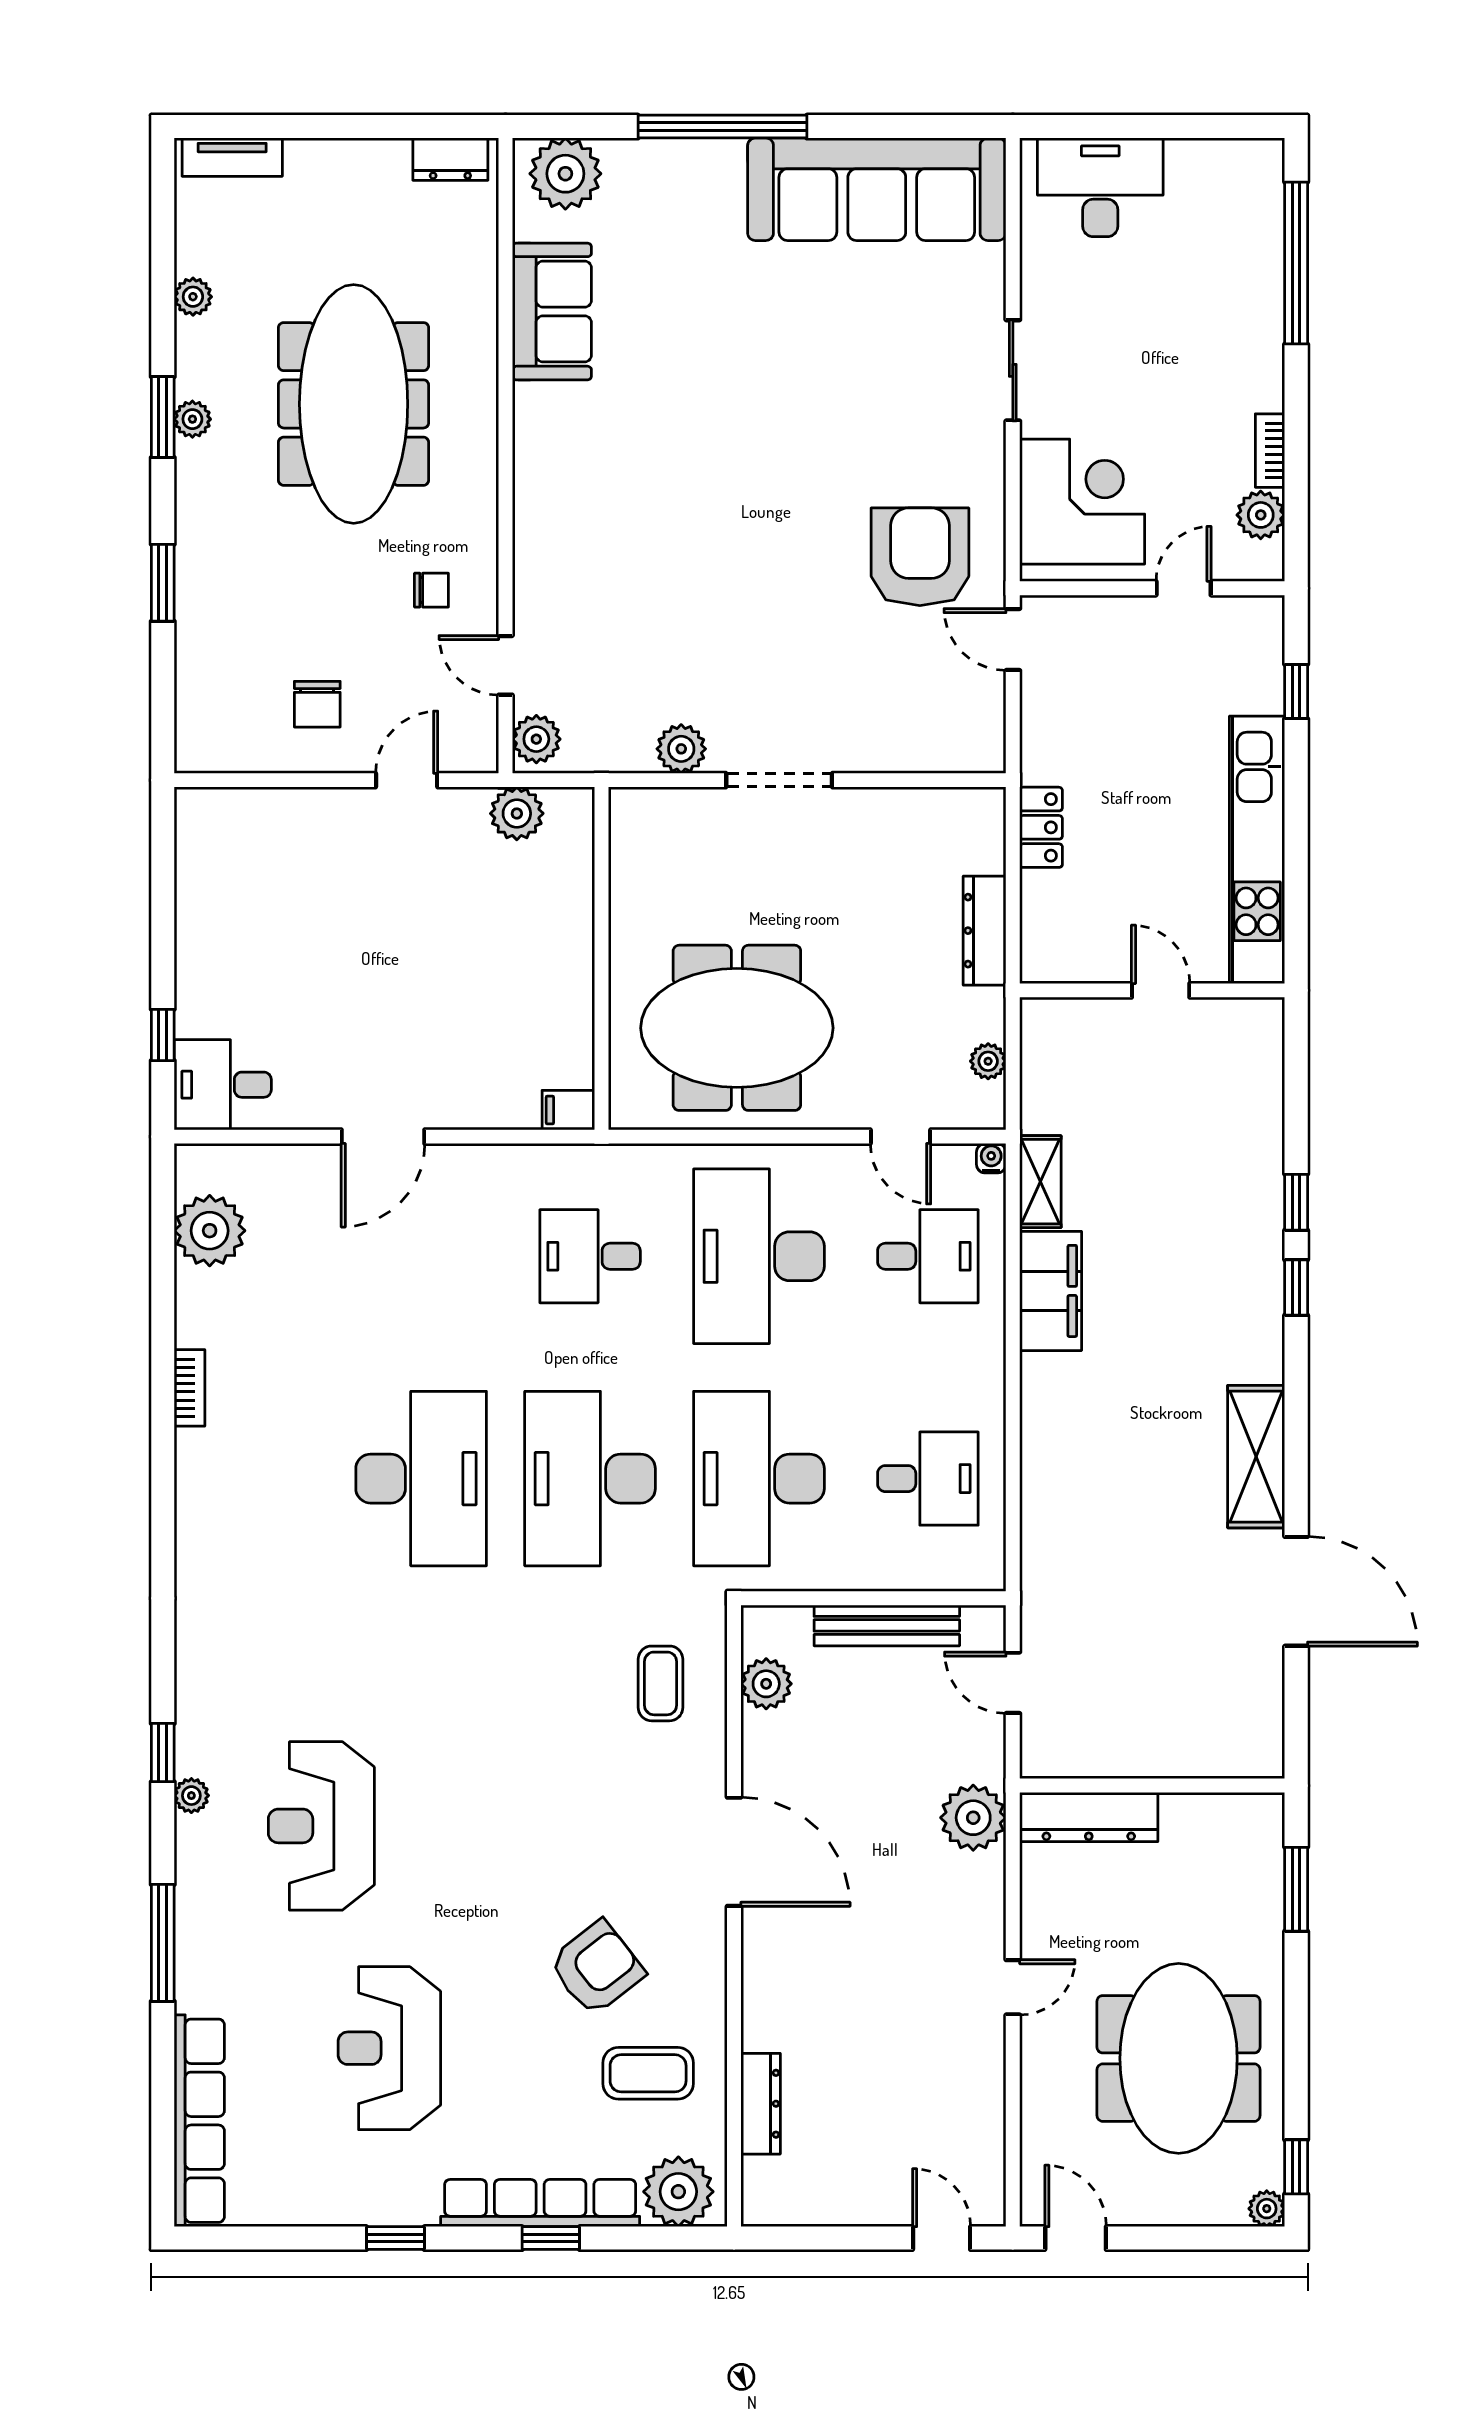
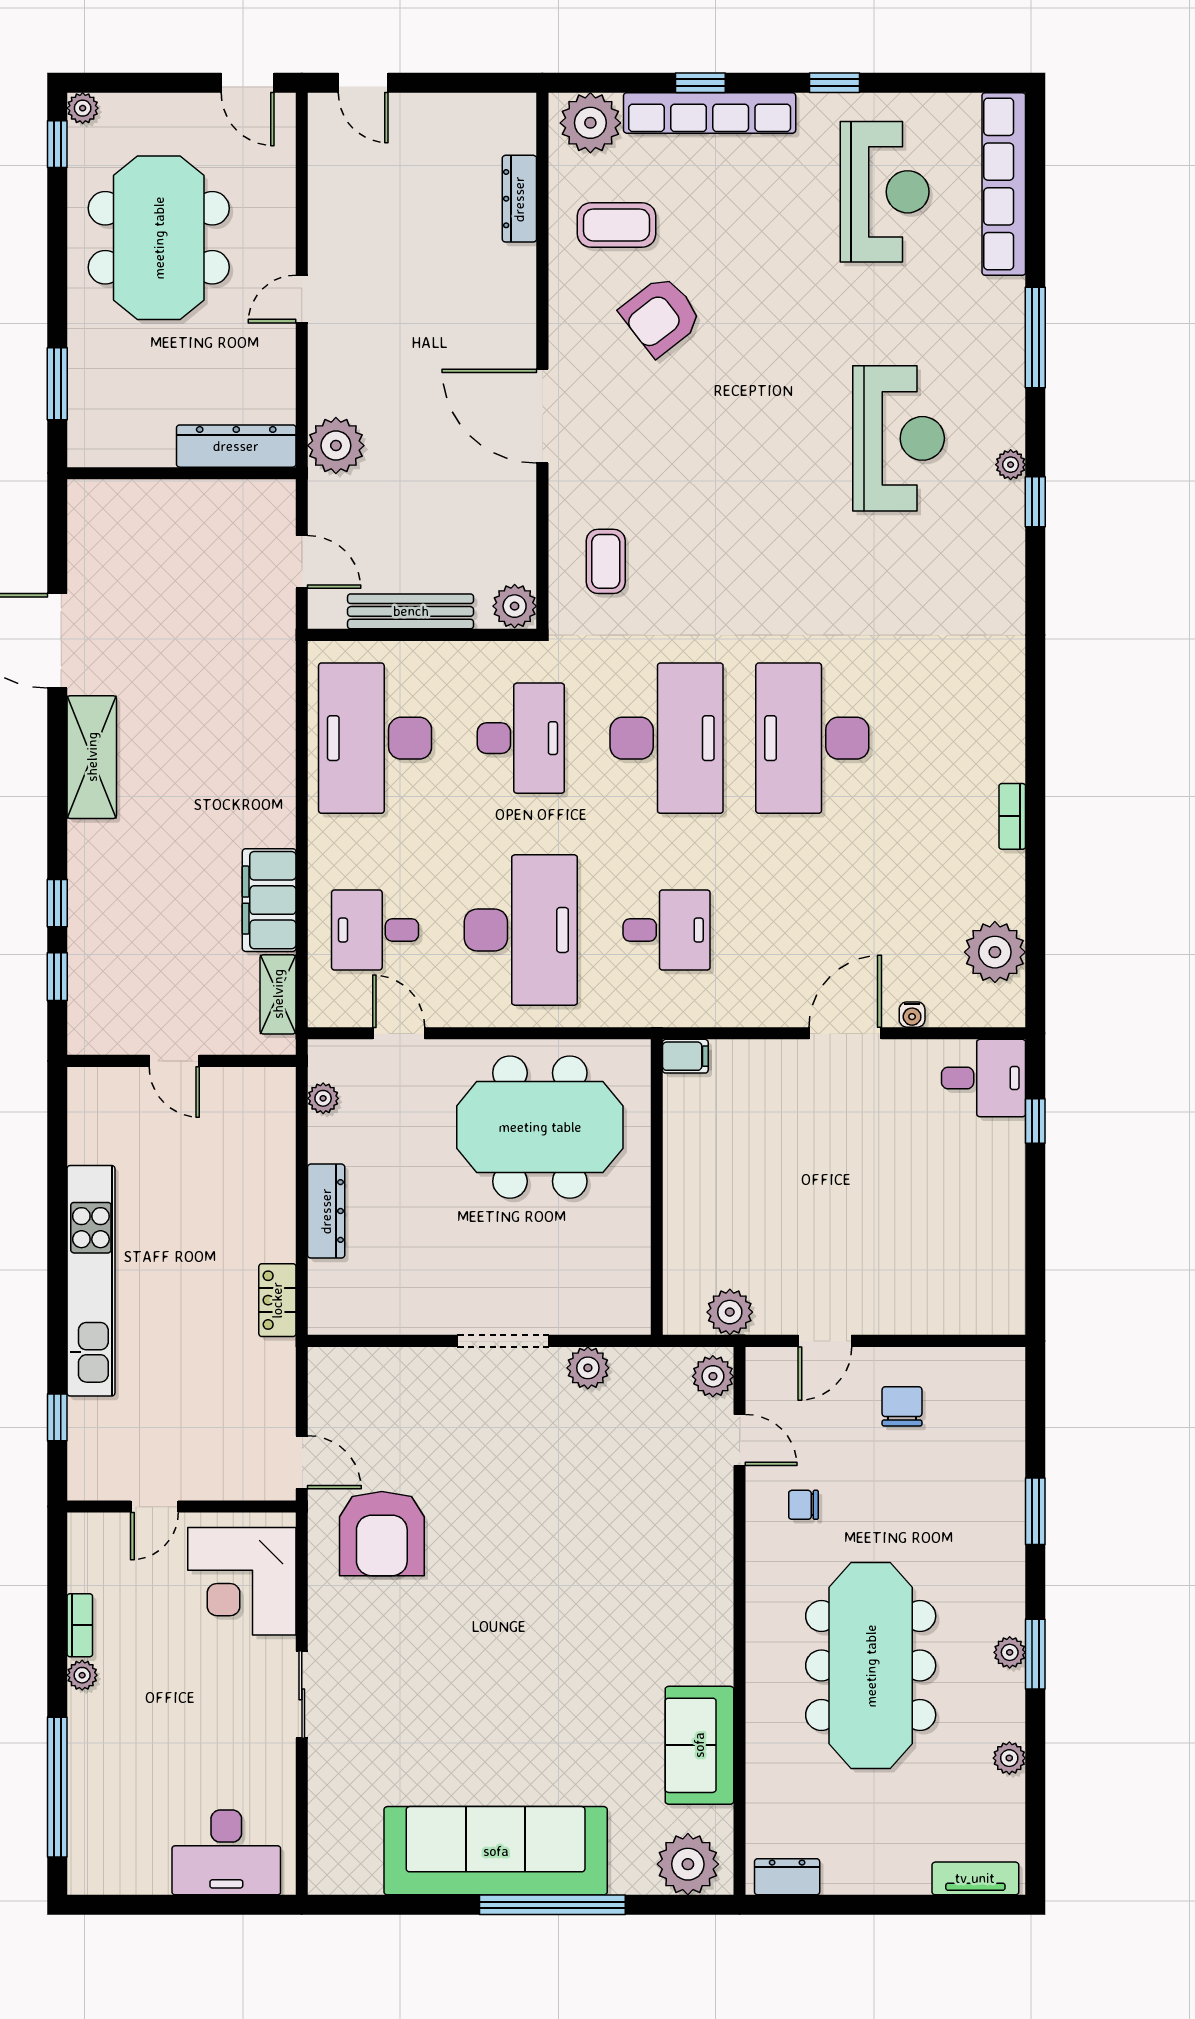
sofa: (877, 189) -> (496, 1851), moved
plant: (1261, 515) -> (82, 1675), moved, width x0.73, depth x0.73
wall: (1152, 990) -> (181, 1061), moved
door: (1161, 990) -> (174, 1061), moved
water cooler: (991, 1158) -> (912, 1015), moved
desk: (759, 1479) -> (521, 738), width x0.73, depth x0.77
desk: (928, 1479) -> (375, 738), width x1.87, depth x1.30
plant: (766, 1684) -> (515, 606), moved
reception desk: (389, 2048) -> (885, 192), moved

